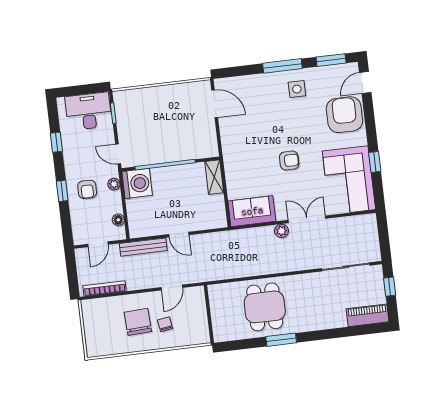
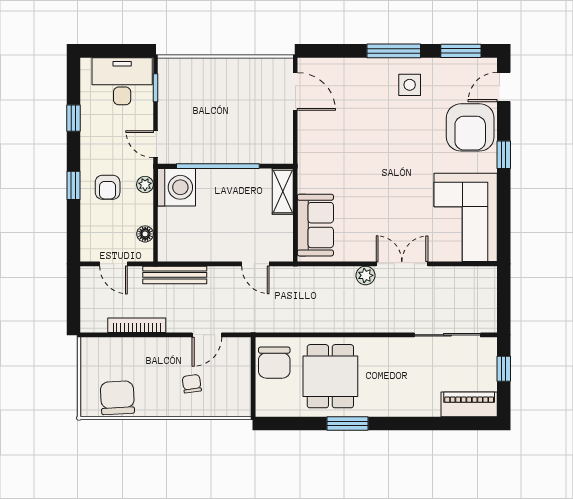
armchair: (344, 115) -> (470, 127), turned 180
armchair: (289, 161) -> (387, 181), removed
window: (375, 162) -> (504, 155), moved
sofa: (252, 211) -> (315, 225), moved, turned 90
door: (179, 235) -> (255, 264), moved
door: (98, 244) -> (113, 264), hinge flipped
bookcase: (104, 289) -> (137, 325), moved
chair: (223, 302) -> (274, 363), added
chair: (138, 322) -> (117, 398), moved

